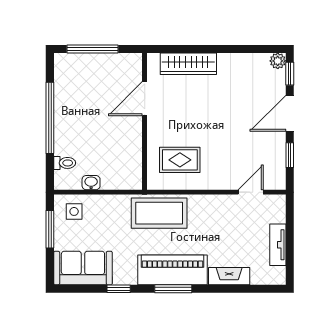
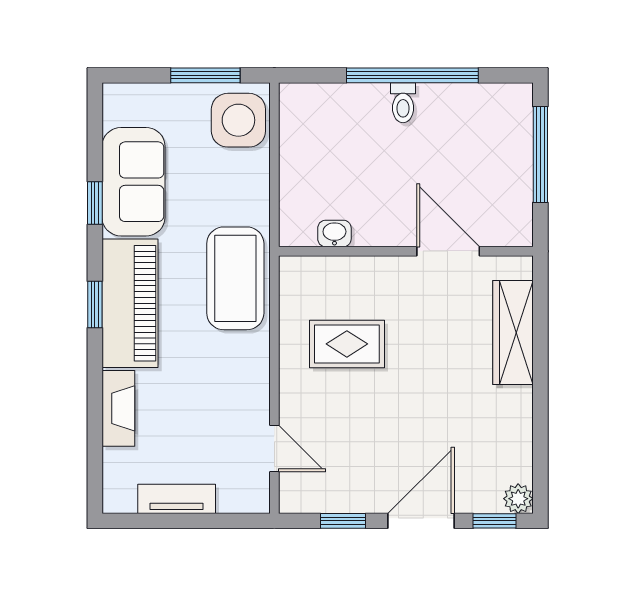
door: (290, 113) -> (421, 521), hinge flipped
rug: (180, 160) -> (347, 344), moved, turned 90
toilet: (65, 163) -> (403, 103), moved
washbasin: (91, 183) -> (334, 234), moved, turned -90
side table: (74, 211) -> (238, 120), width x1.87, depth x1.87
sofa: (83, 268) -> (133, 182), moved
window: (173, 289) -> (95, 305), width x0.67

